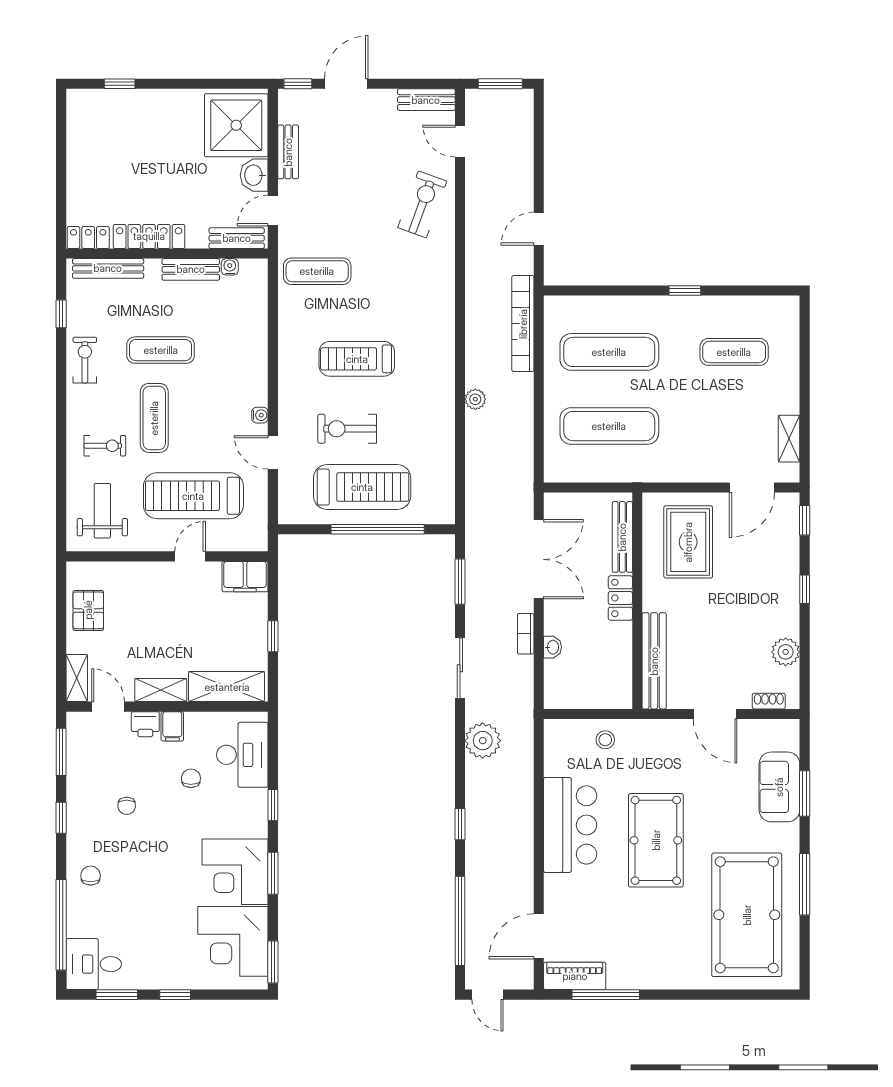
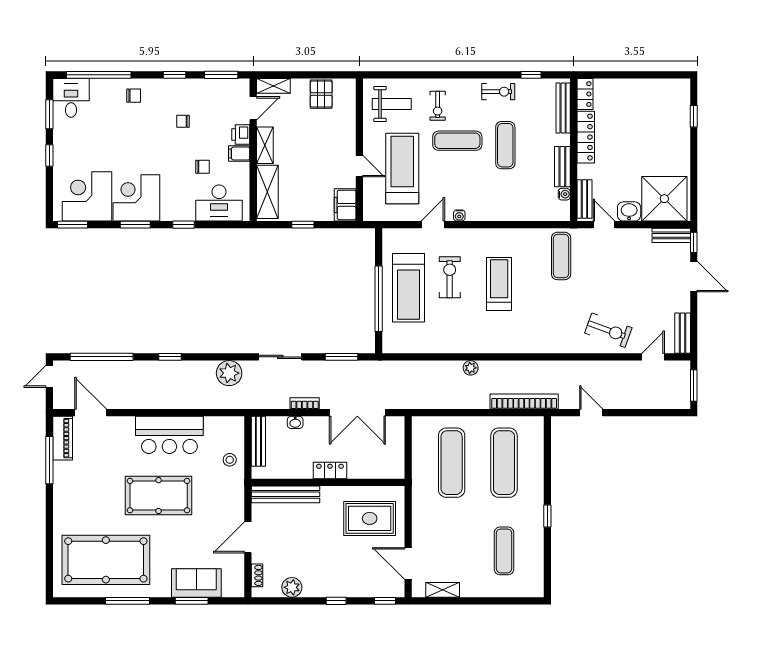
bench: (288, 152) -> (671, 235), moved
bench: (622, 537) -> (258, 441), moved, turned 90
pallet: (88, 610) -> (321, 94), turned 90

